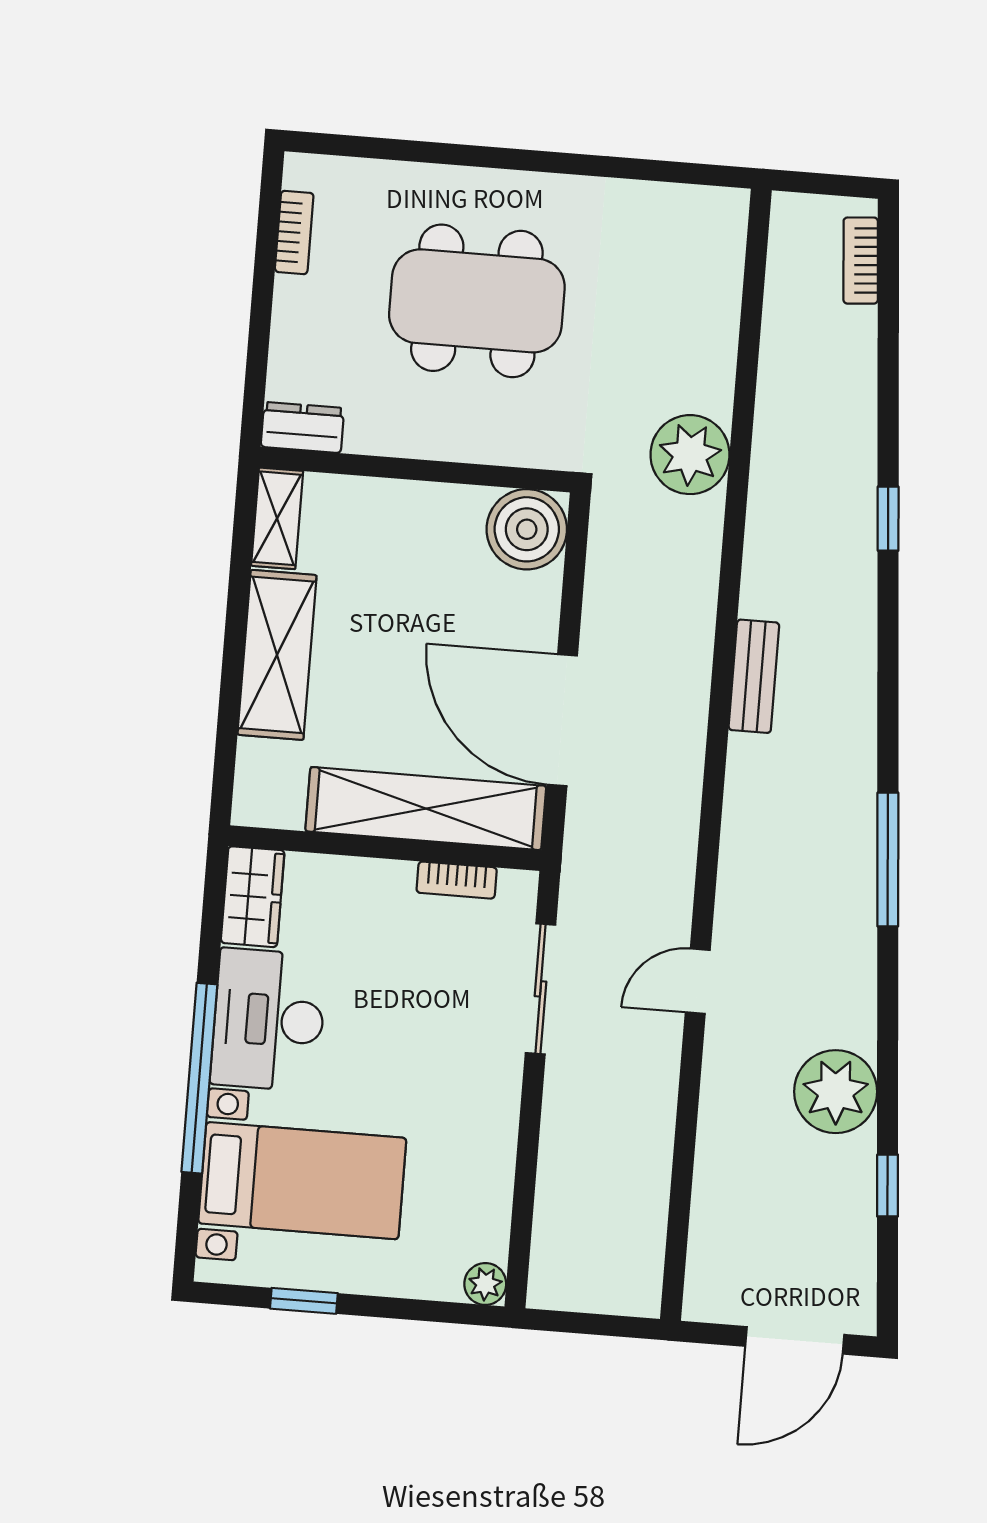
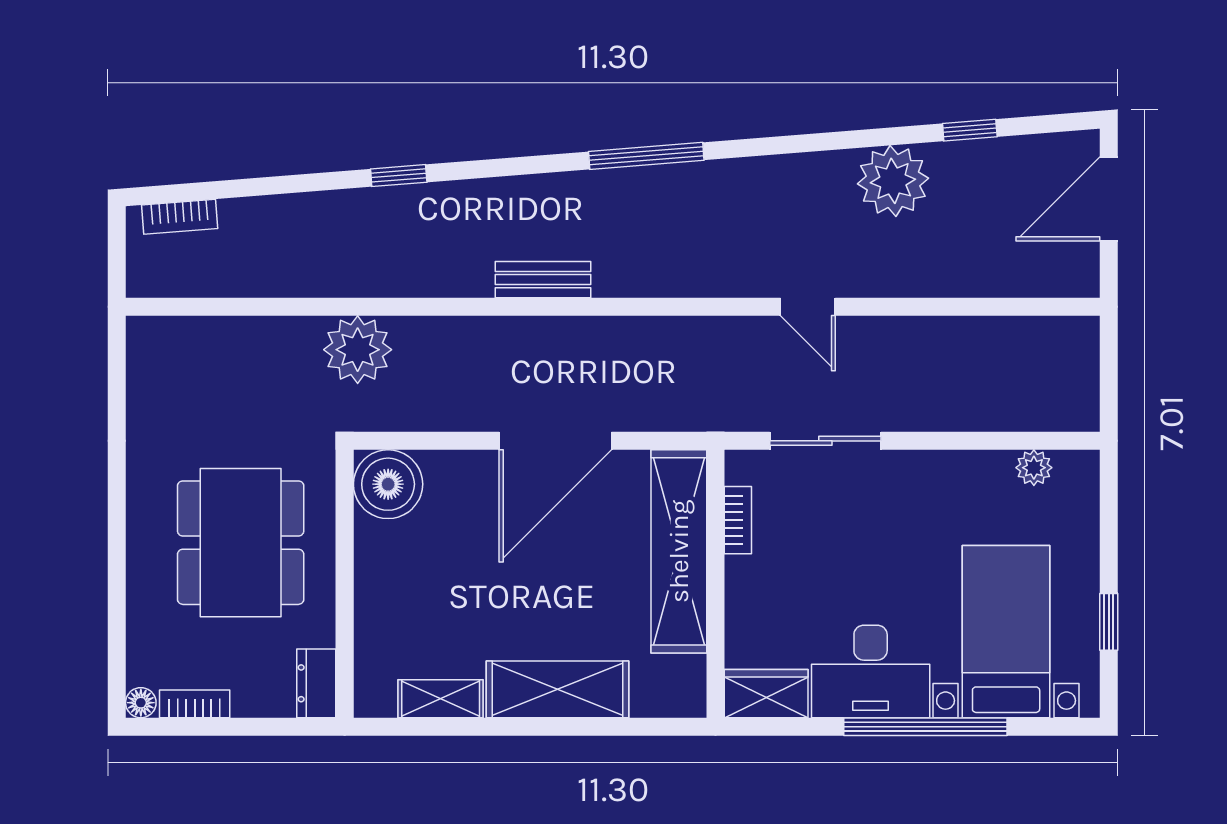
floor lamp: (301, 170) -> (141, 703), added
dresser: (302, 427) -> (316, 683), moved
wall: (415, 470) -> (345, 584), moved
boiler: (527, 529) -> (388, 484), moved
door: (562, 720) -> (555, 441), moved
window: (888, 859) -> (646, 156), moved
plant: (485, 1284) -> (1034, 468), moved
door: (795, 1340) -> (1109, 199), swing flipped

